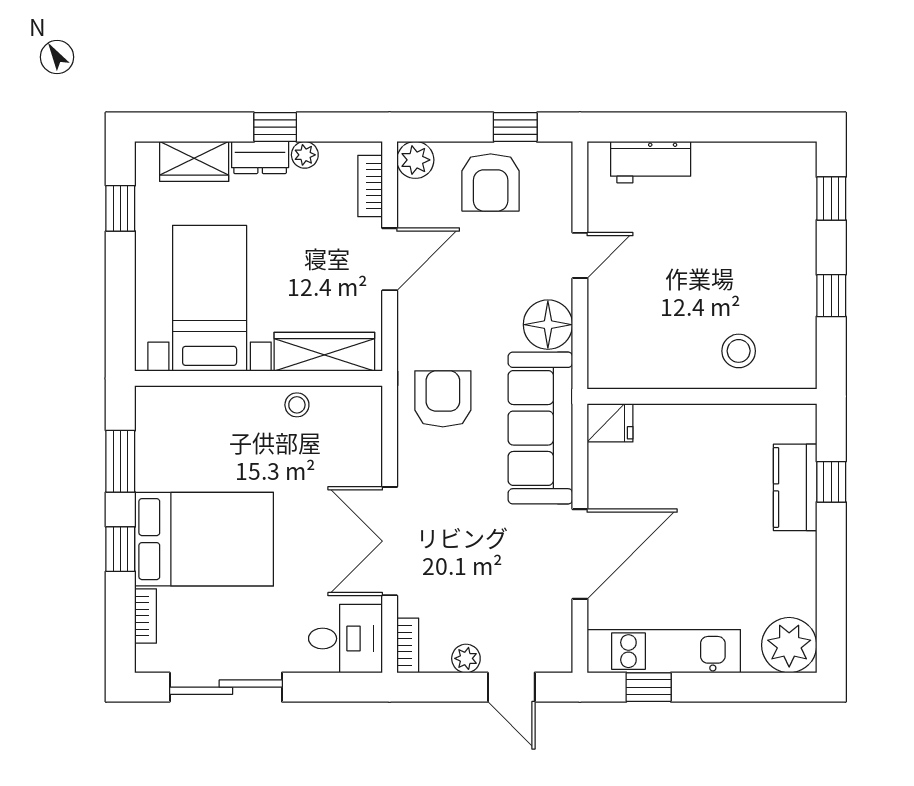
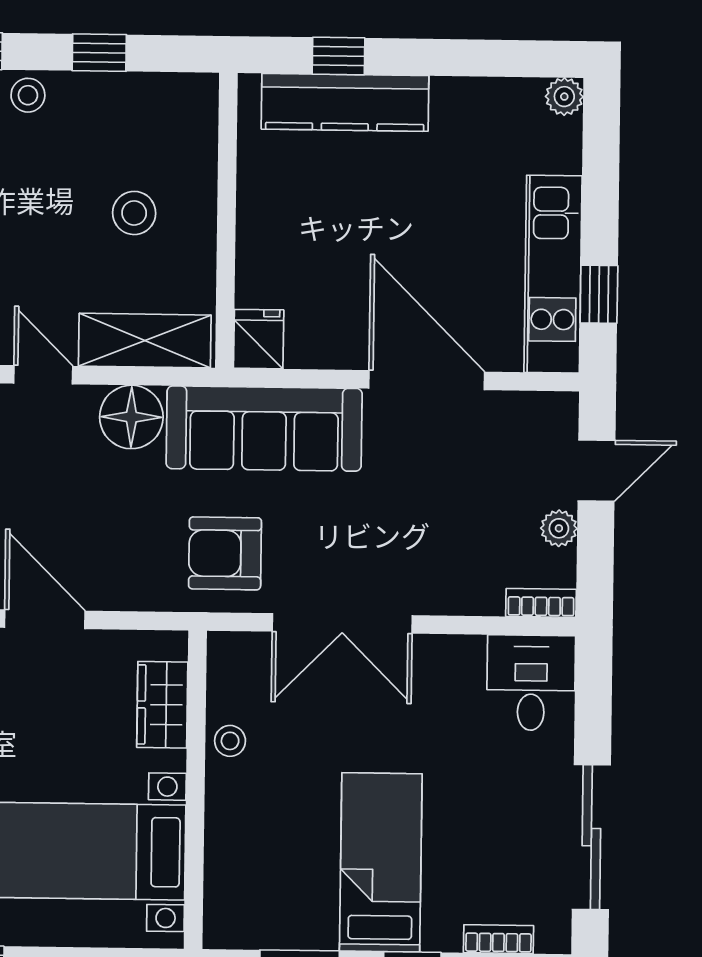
stool: (797, 241) -> (28, 95), added
shelving: (608, 334) -> (145, 341), added
stool: (739, 351) -> (134, 213), moved
wardrobe: (324, 352) -> (162, 705), width x0.67
kitchen counter: (795, 487) -> (345, 102), width x1.50
bed: (204, 539) -> (381, 862), width x0.67
double door: (390, 541) -> (342, 623), moved
plant: (789, 645) -> (564, 97), width x0.53, depth x0.53

